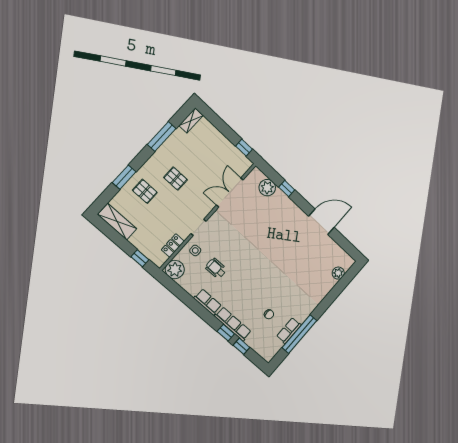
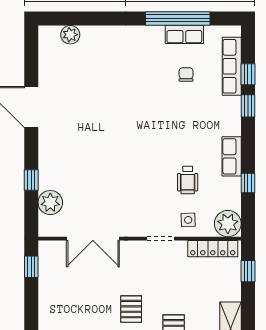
locker: (173, 246) -> (213, 249), width x1.53
window: (186, 299) -> (248, 183), added
row of seats: (233, 324) -> (232, 66), moved

